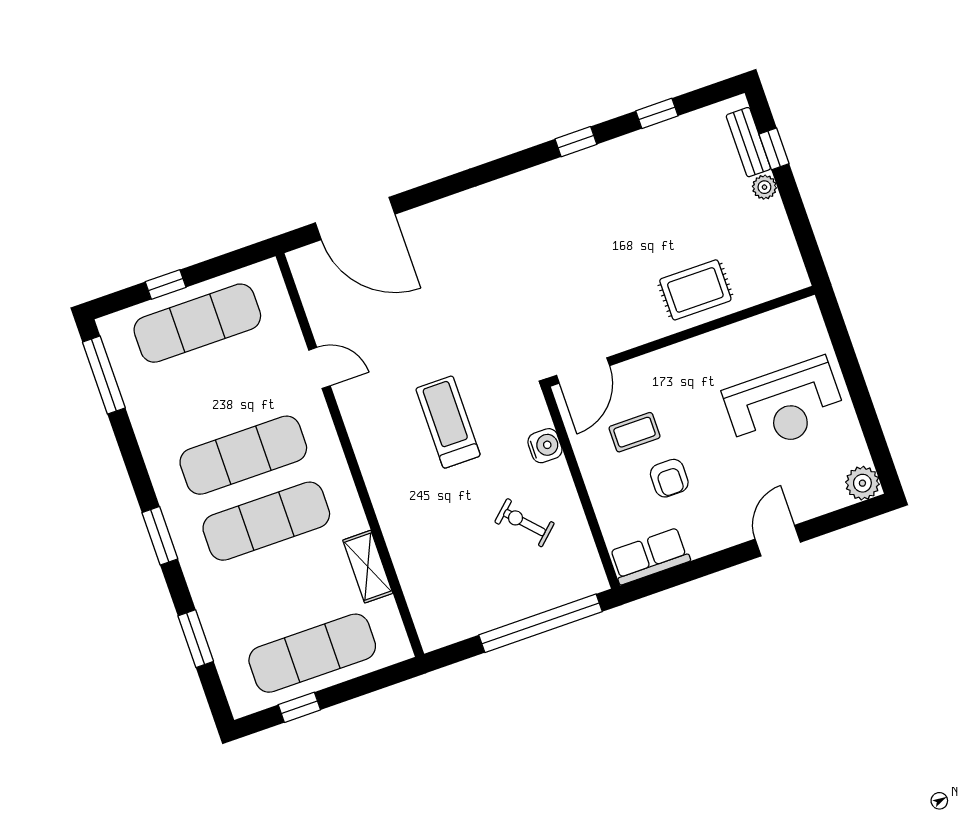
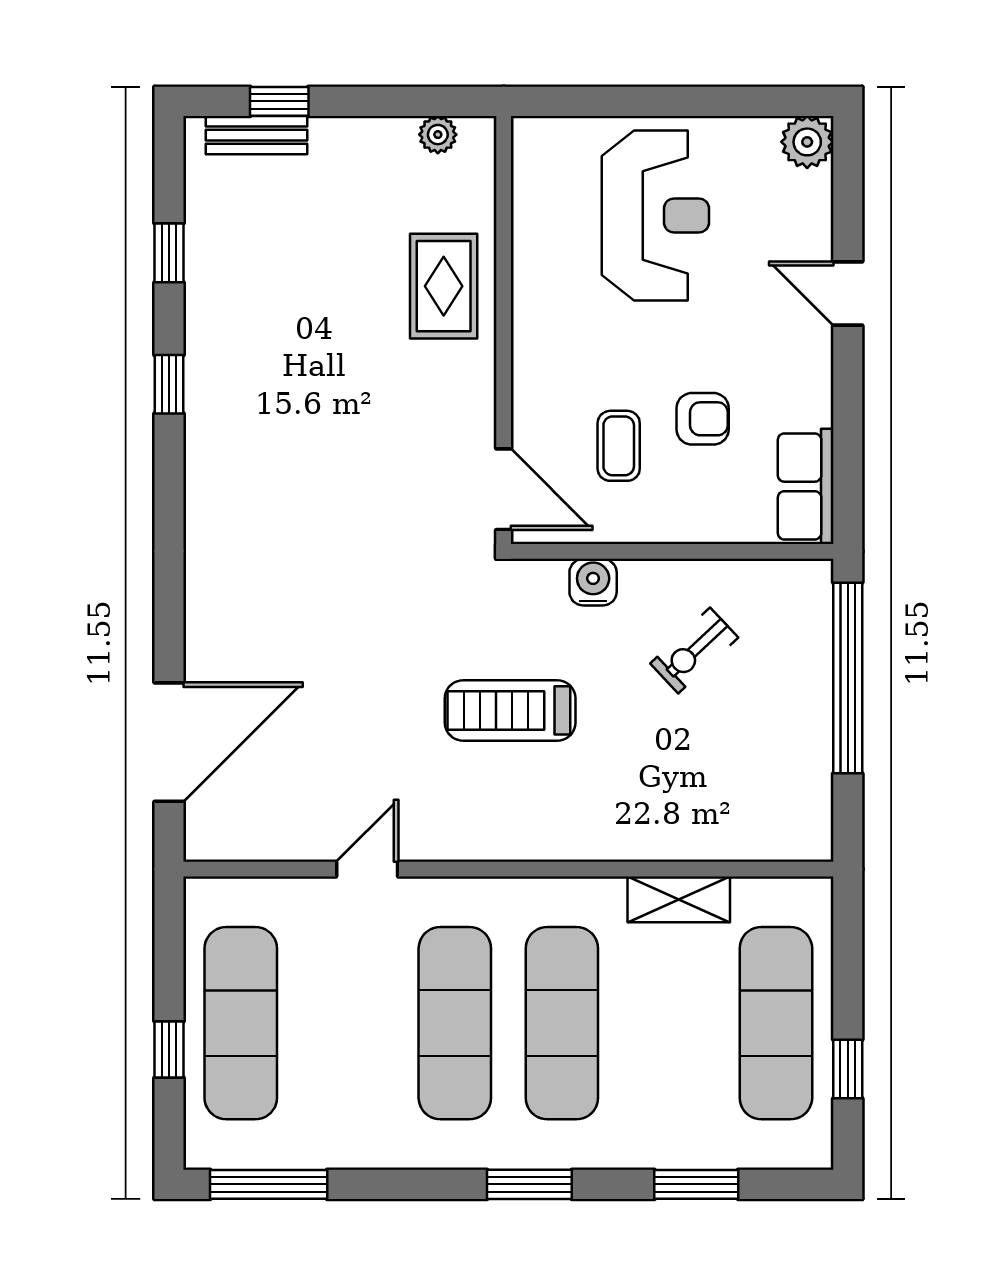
plant: (764, 187) -> (438, 135), moved

